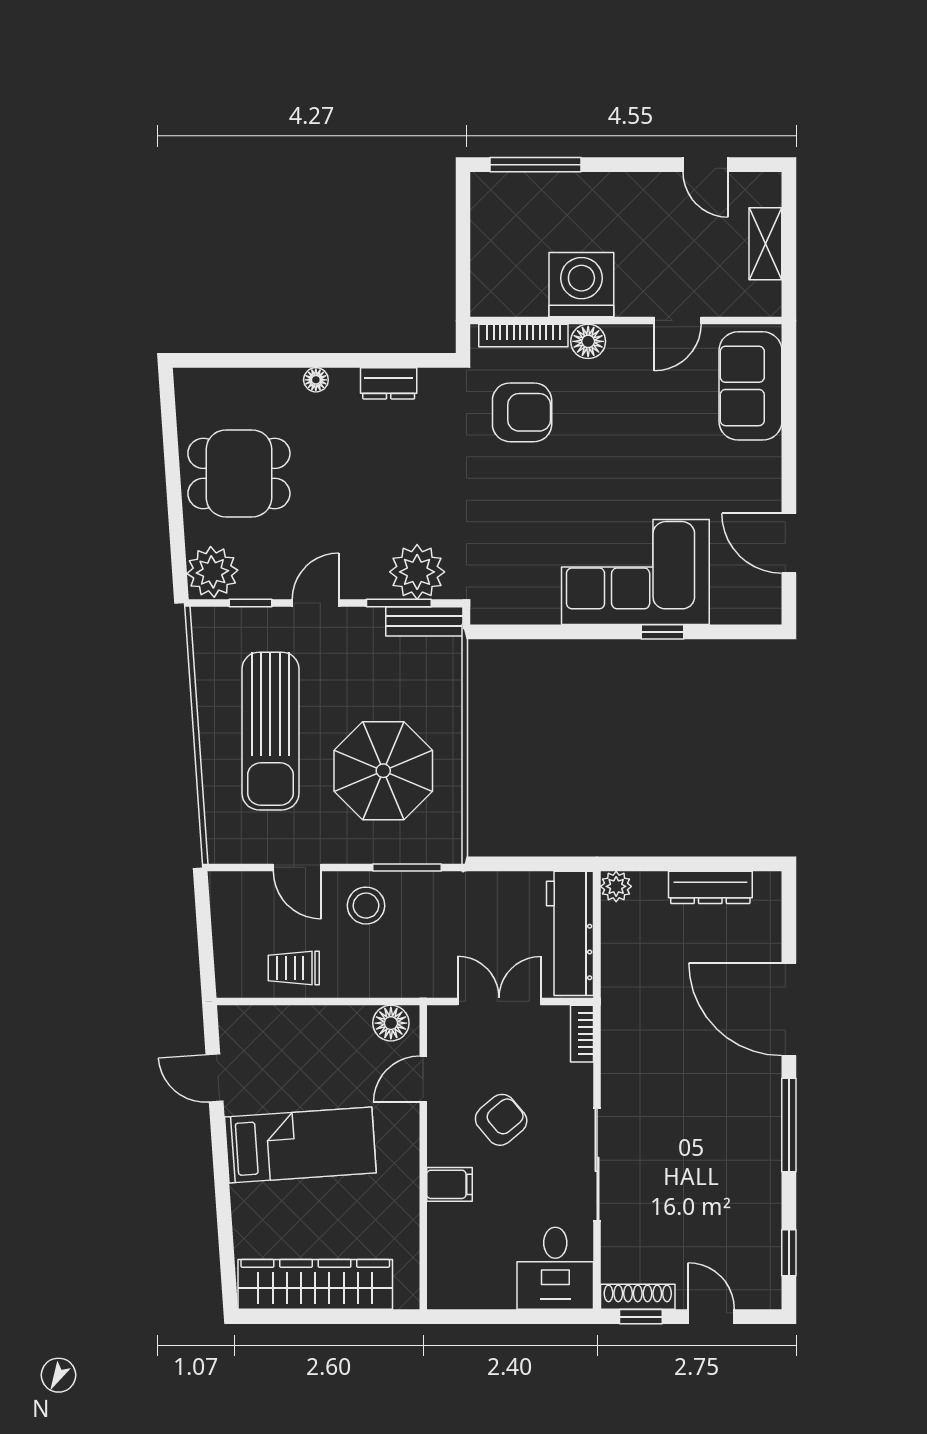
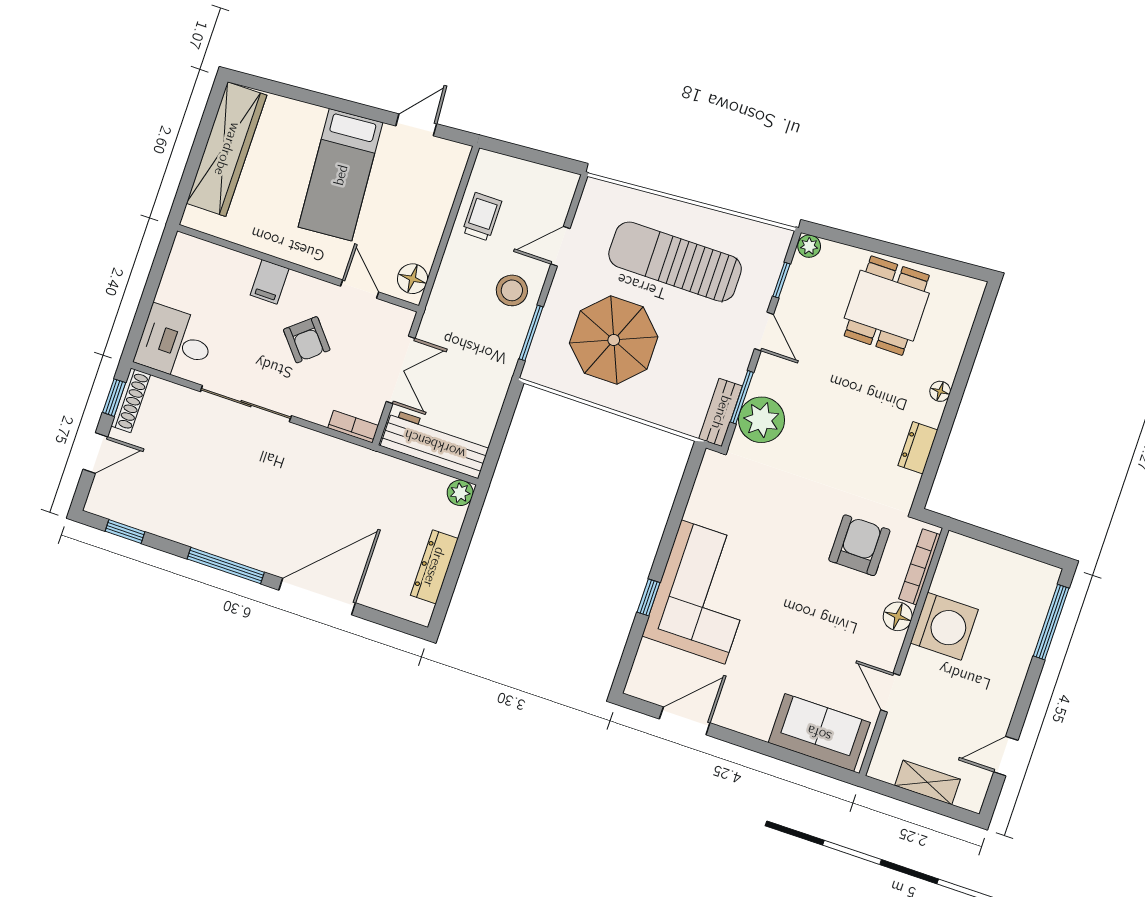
armchair: (522, 412) -> (859, 545), turned 180
plant: (212, 572) -> (809, 246), width x0.53, depth x0.53

